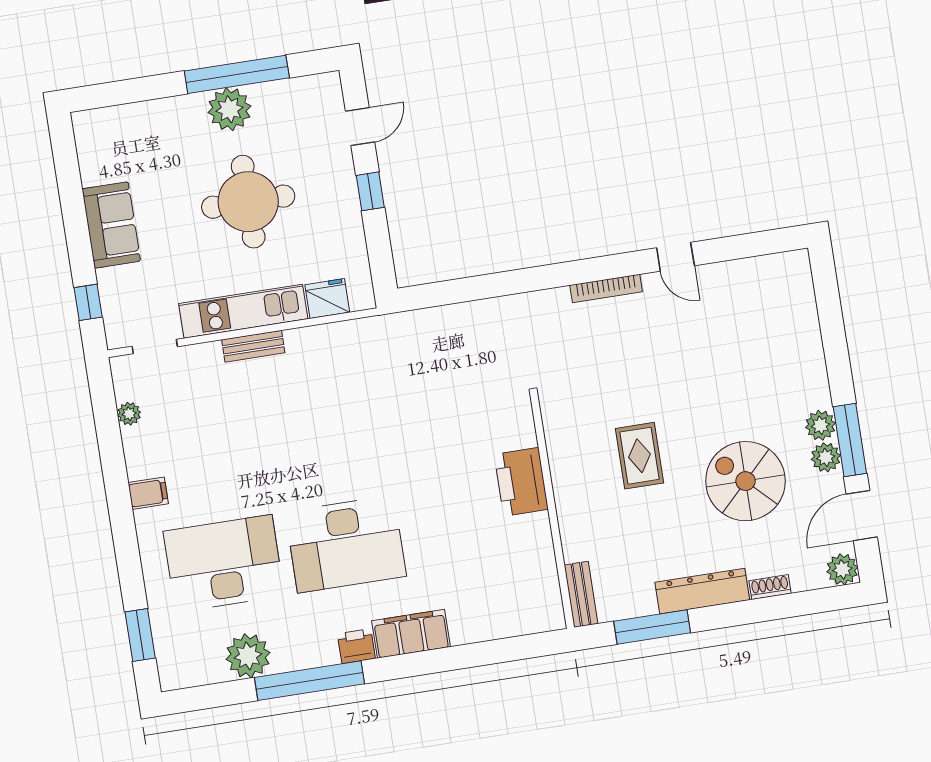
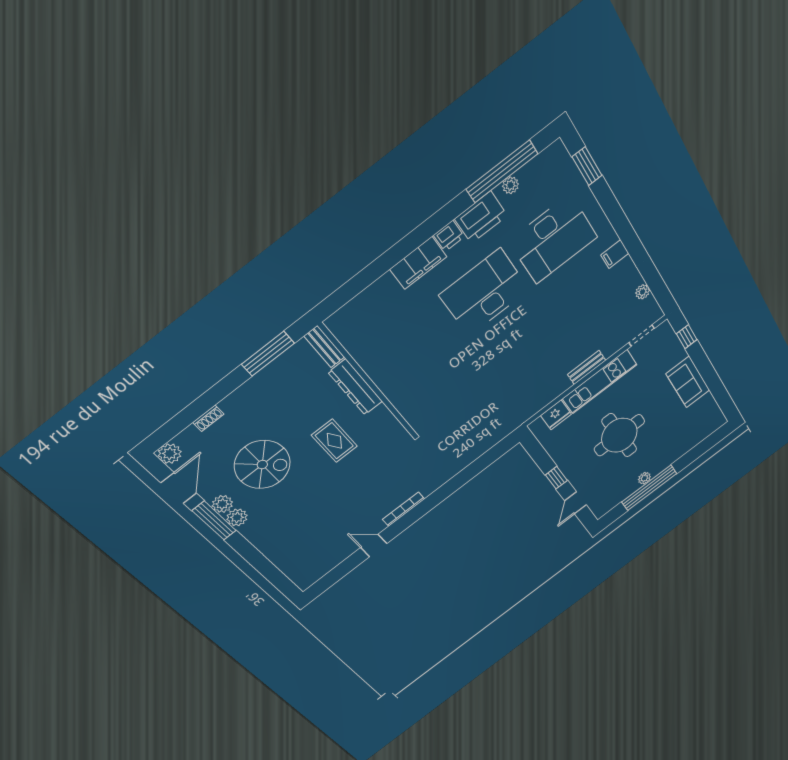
plant: (229, 109) -> (644, 478), width x0.53, depth x0.53
printer: (521, 482) -> (481, 217), moved, turned 90
dresser: (702, 591) -> (355, 387), moved, turned 90
plant: (248, 656) -> (511, 185), width x0.53, depth x0.53
window: (309, 681) -> (502, 171), moved

